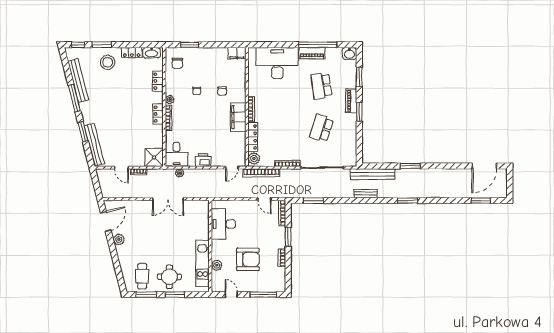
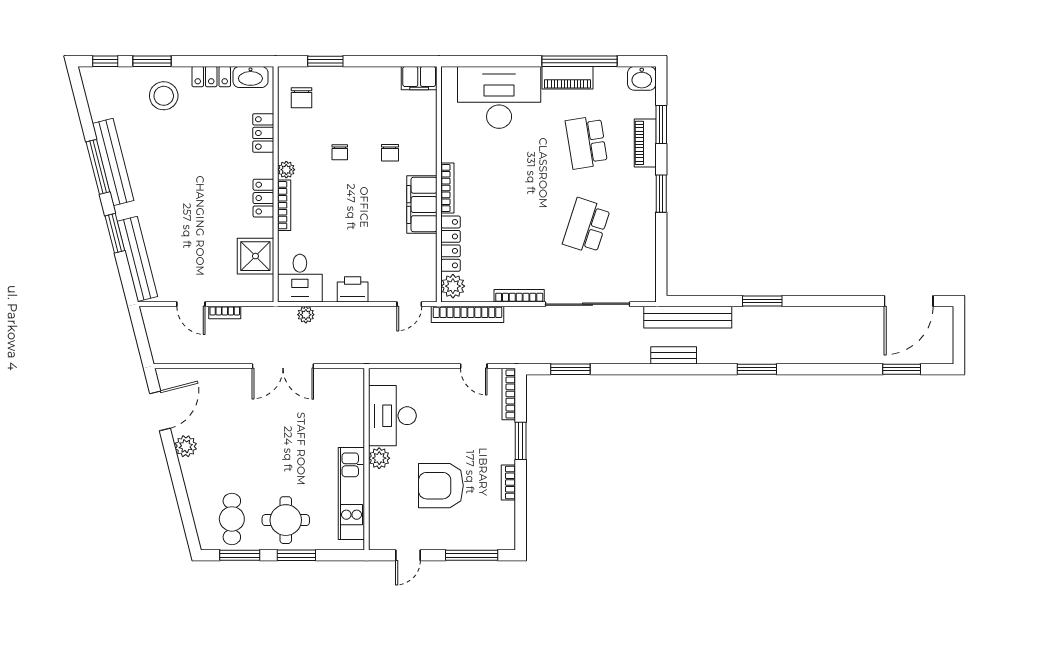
bench: (78, 80) -> (113, 162), moved
piano: (351, 101) -> (645, 143), moved
shower: (154, 157) -> (255, 256), moved
armchair: (248, 259) -> (441, 486), turned 180
plant: (217, 265) -> (379, 458), moved
door: (231, 295) -> (408, 555), swing flipped

